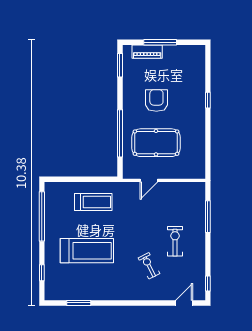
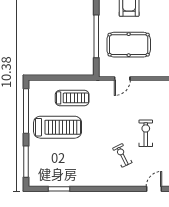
treadmill: (87, 251) -> (58, 127), moved
window: (42, 273) -> (26, 162), width x2.17

